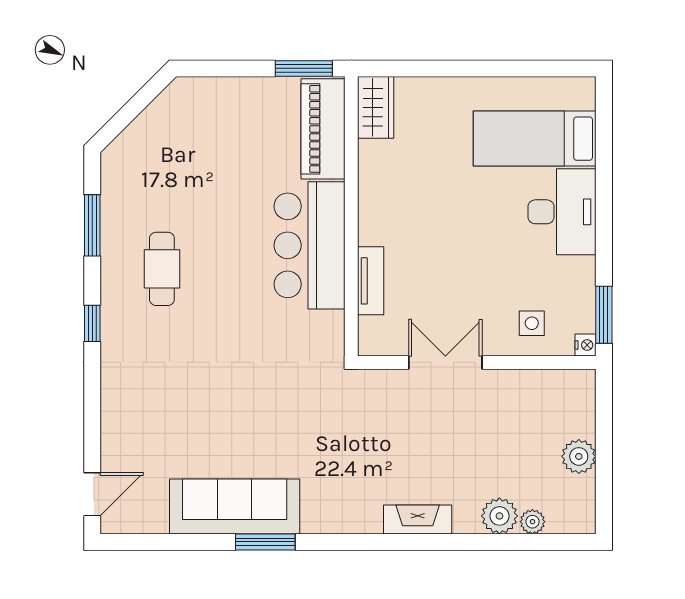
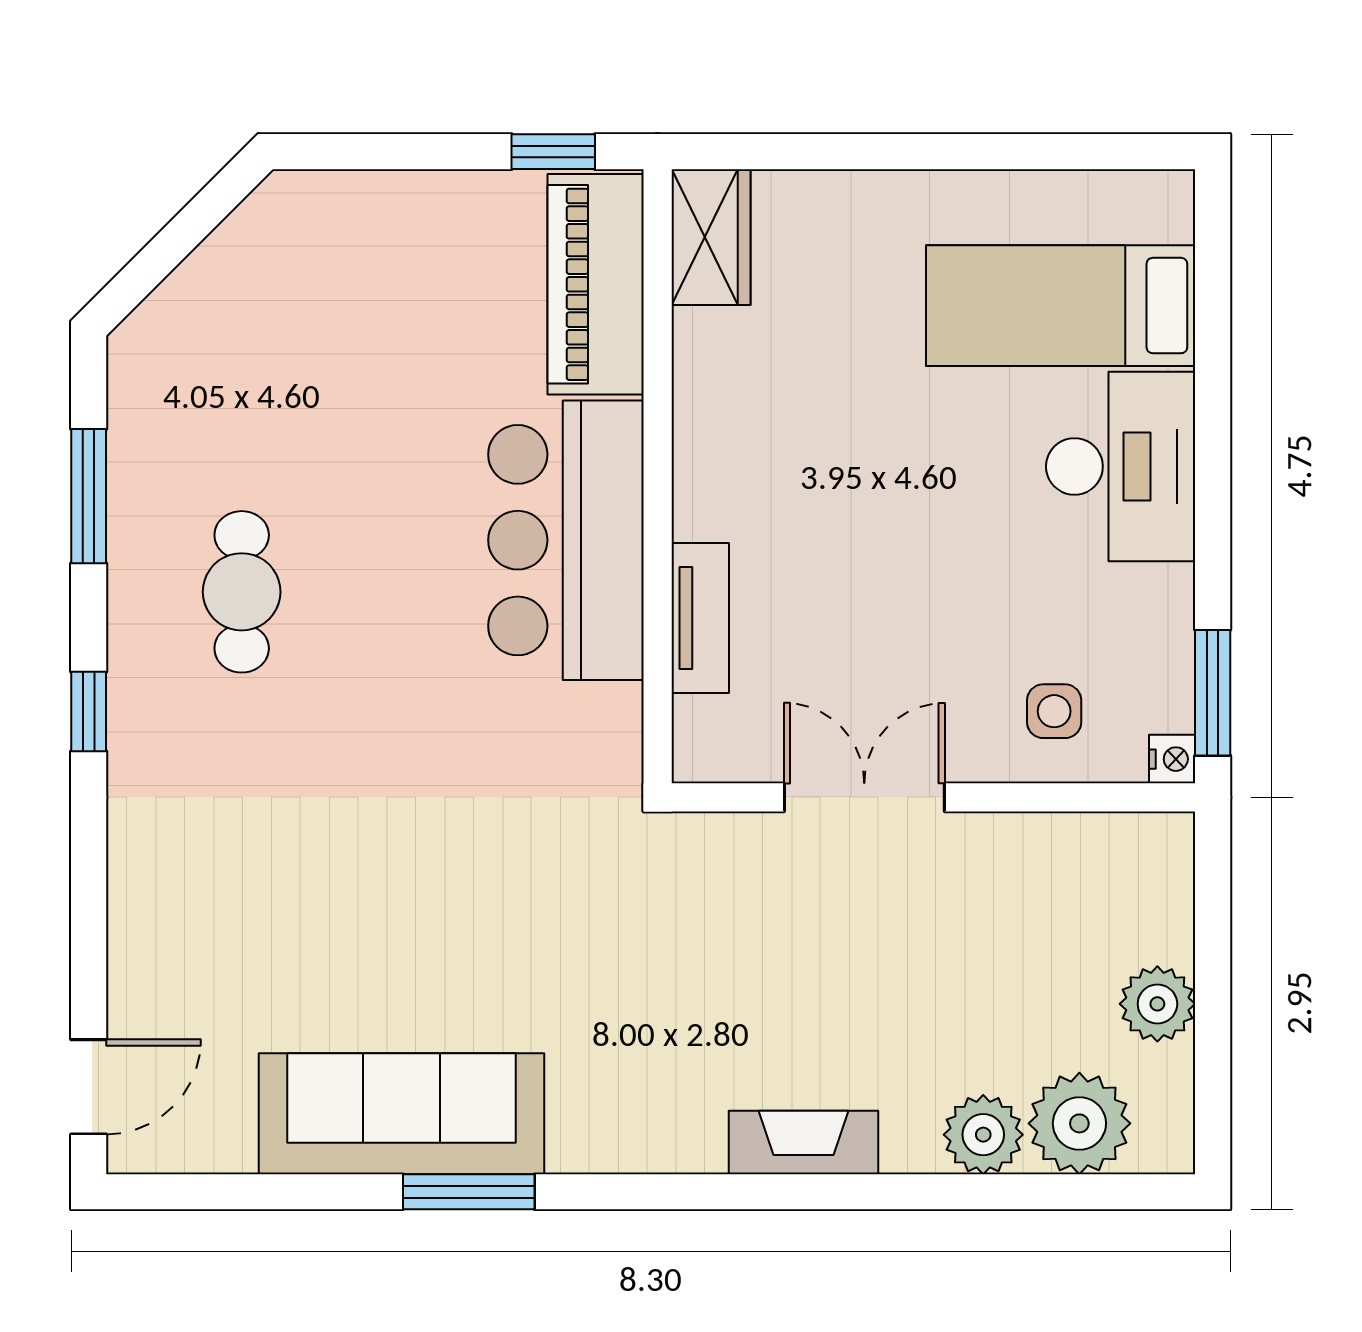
window: (304, 68) -> (553, 152), width x0.67
plant: (532, 522) -> (1079, 1123), width x1.88, depth x1.88

